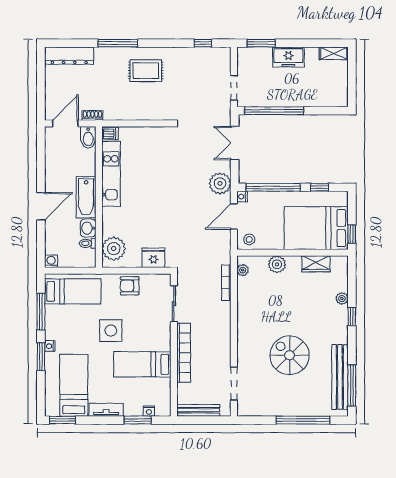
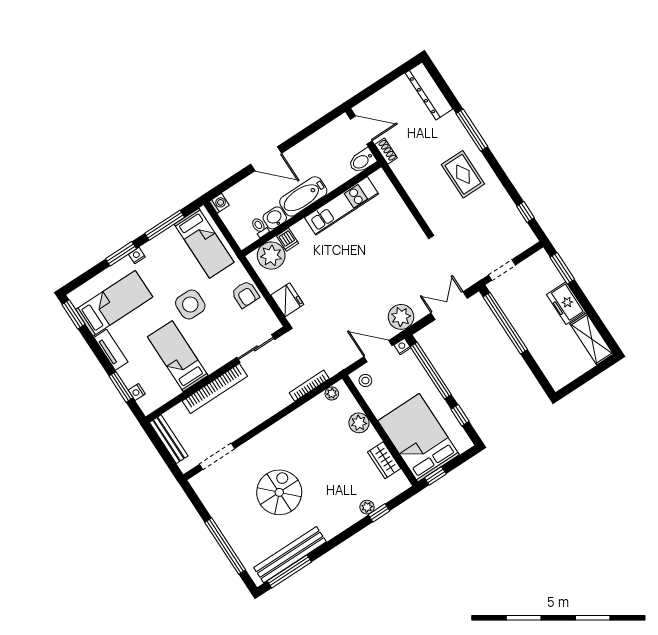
shelving: (334, 53) -> (592, 339), width x1.50, depth x1.33
dishwasher: (110, 134) -> (287, 240), moved
armchair: (130, 286) -> (245, 294), turned 180
window: (352, 317) -> (379, 513), moved

